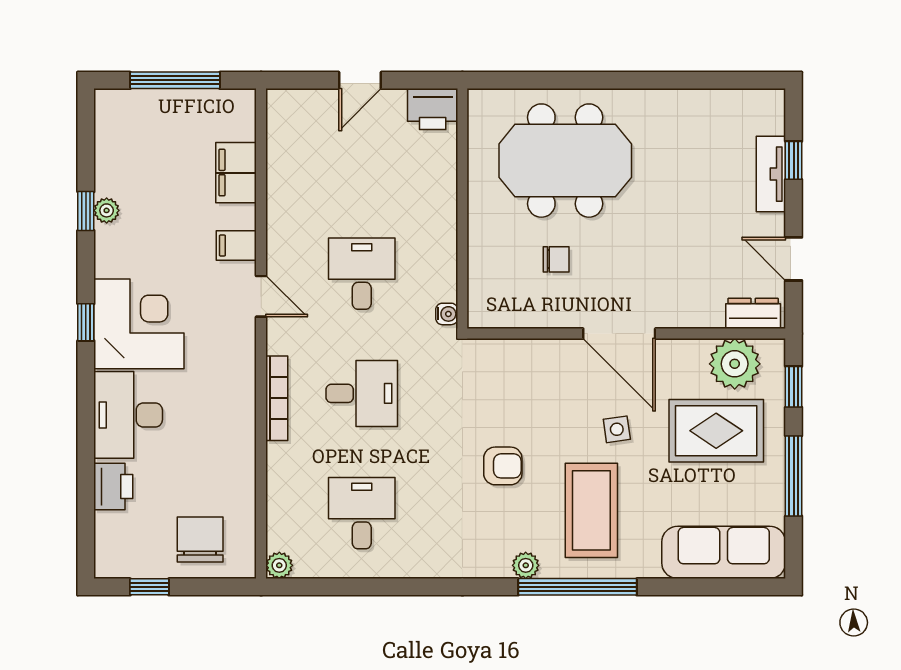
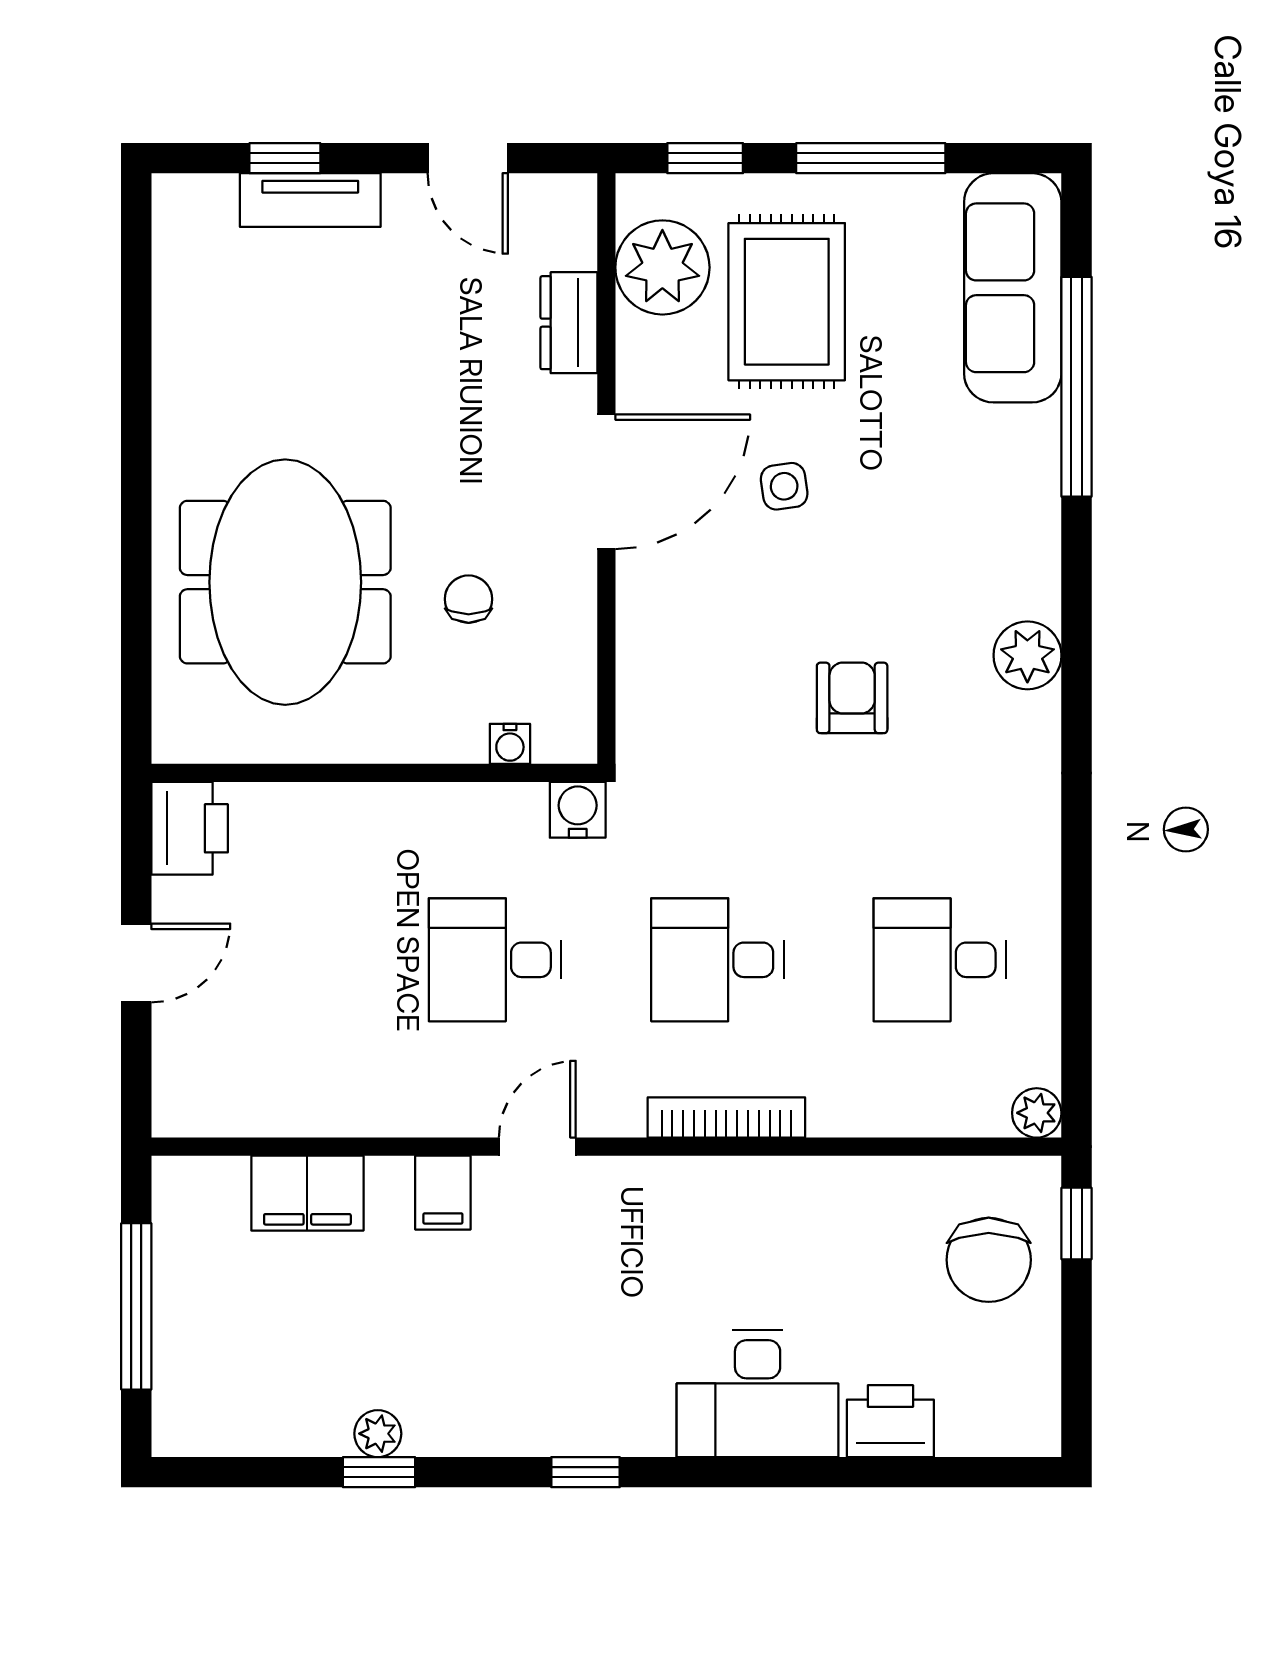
door: (360, 80) -> (136, 963), hinge flipped
door: (794, 259) -> (468, 158), hinge flipped
water cooler: (478, 282) -> (510, 744), added
dresser: (753, 313) -> (569, 323), moved
water cooler: (447, 314) -> (578, 810), width x1.38, depth x1.38
corner desk: (139, 324) -> (588, 1374), removed
desk: (362, 393) -> (718, 960), turned -90
coffee table: (591, 510) -> (935, 533), removed
chair: (200, 539) -> (989, 1260), turned -90
plant: (526, 565) -> (1027, 655), width x1.38, depth x1.38
window: (149, 587) -> (1076, 1223), moved
window: (577, 587) -> (1076, 387), moved

